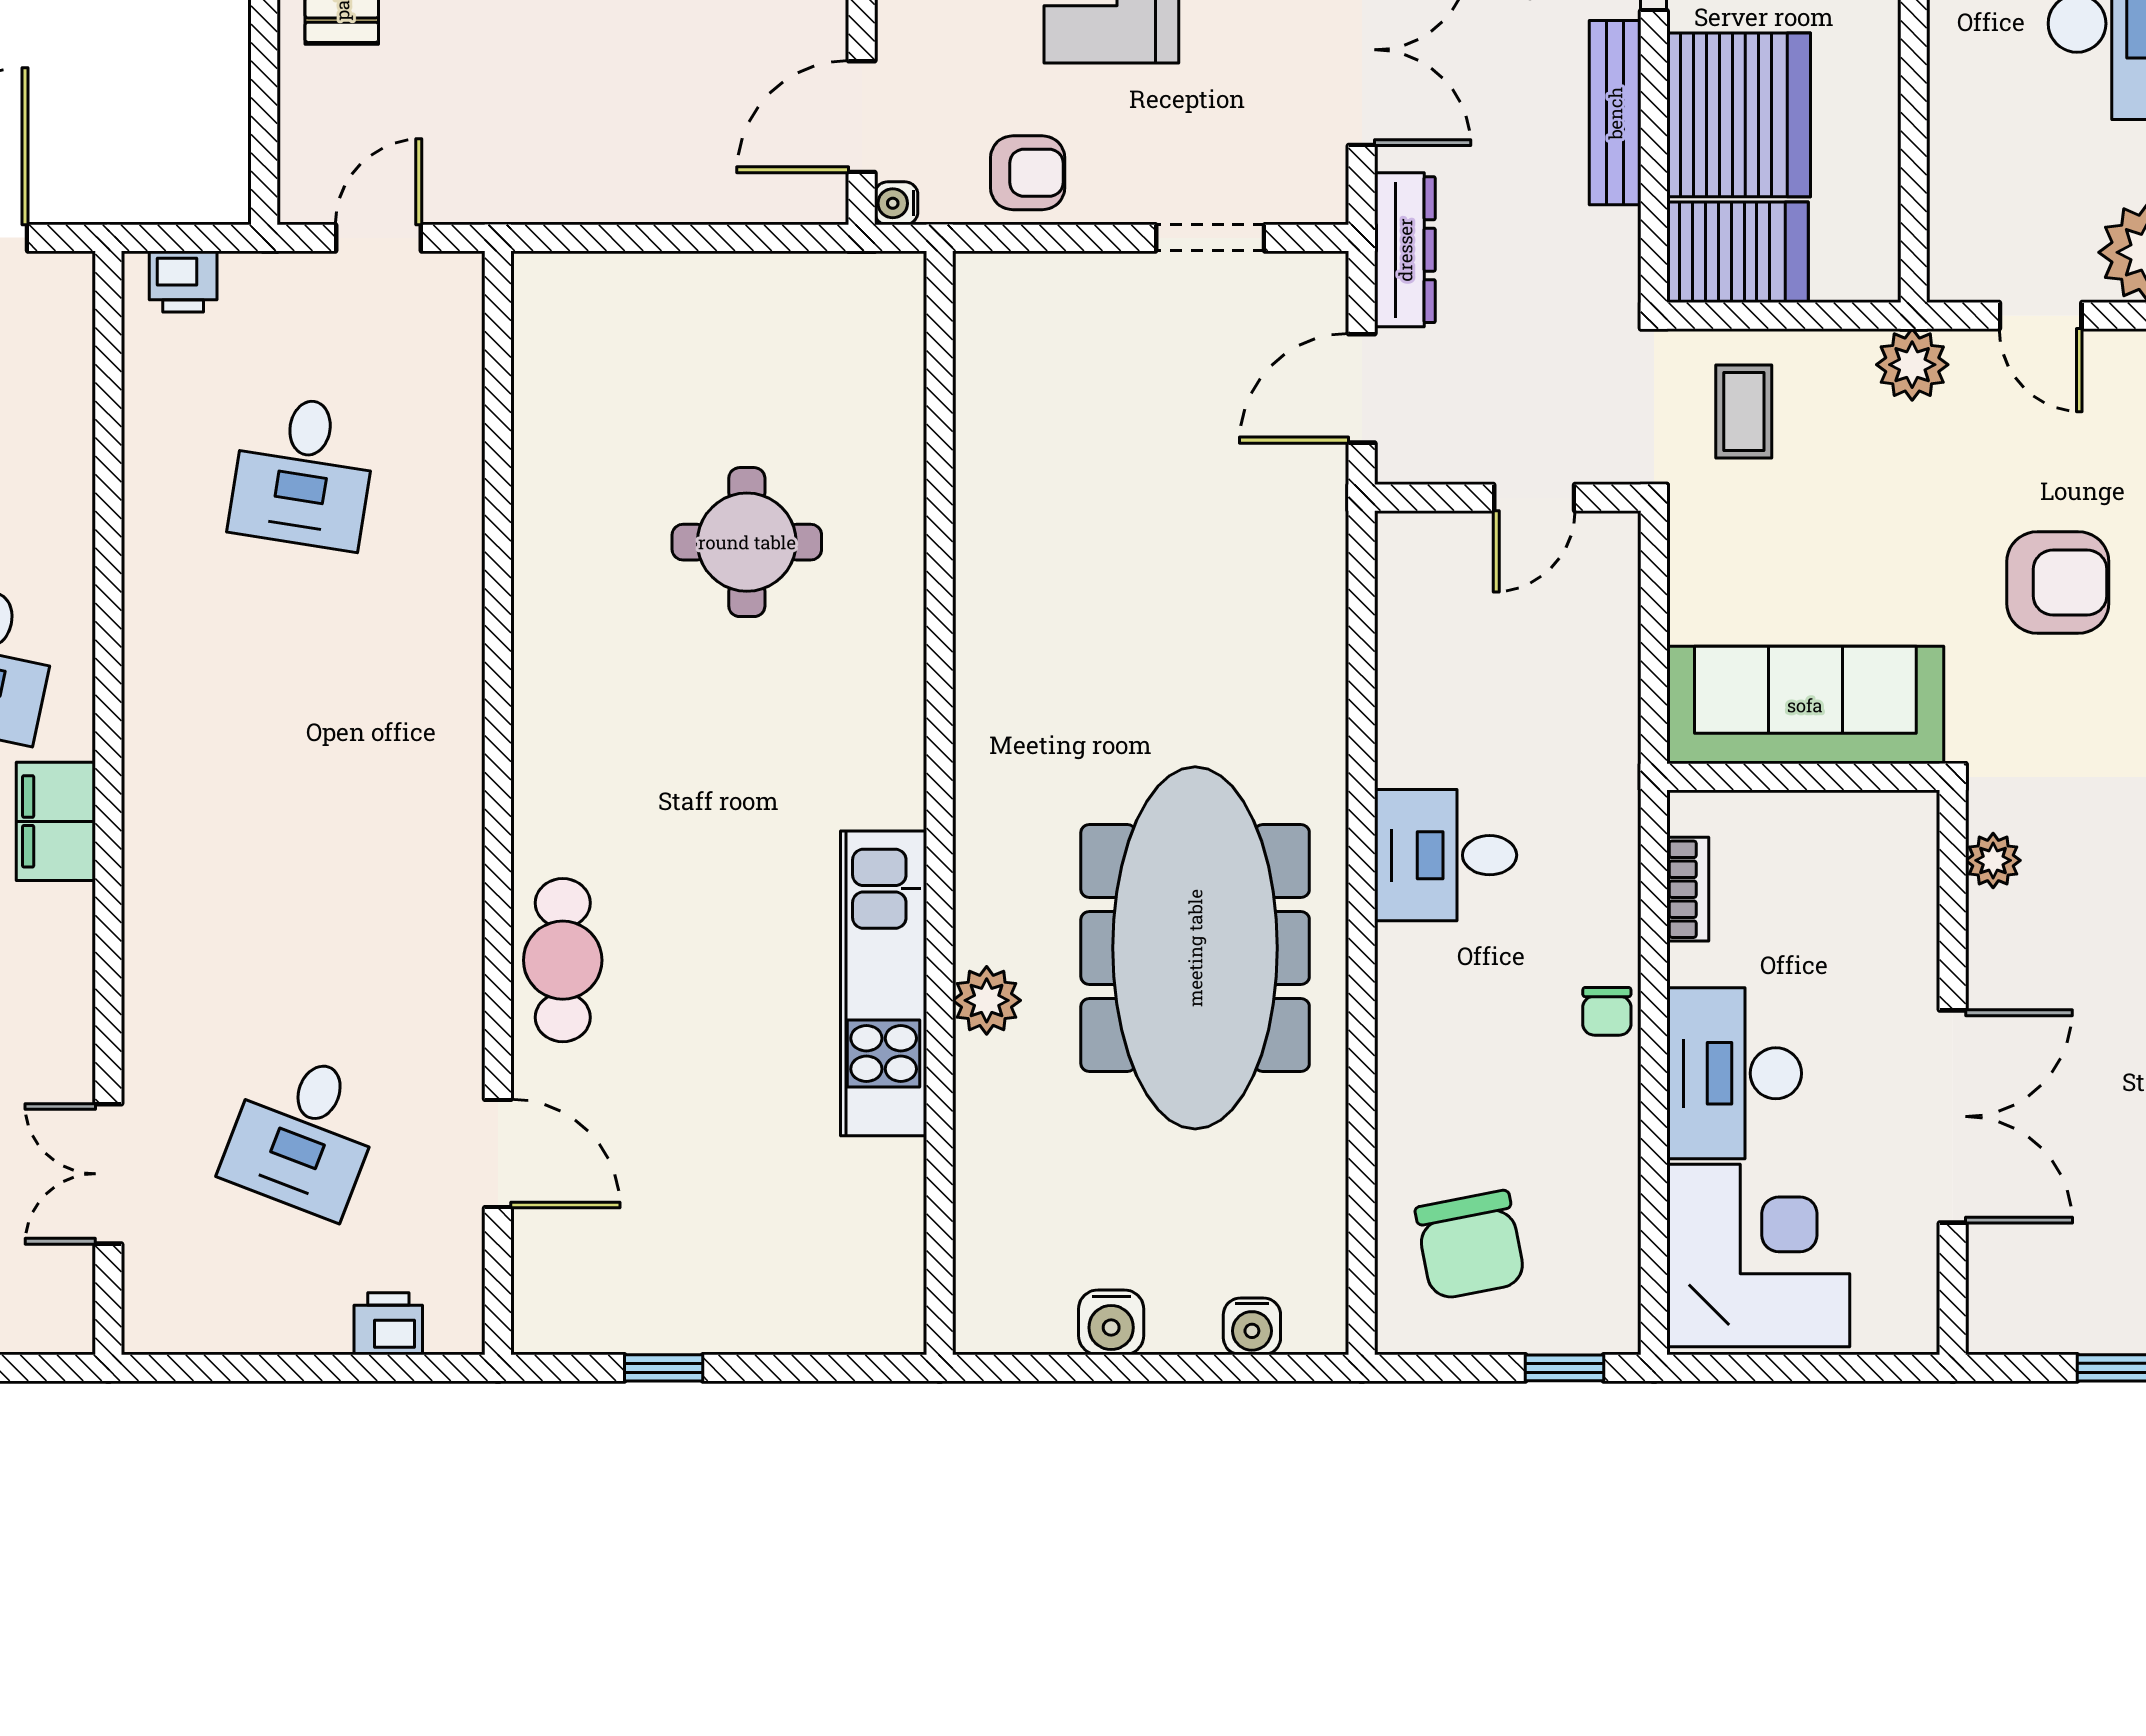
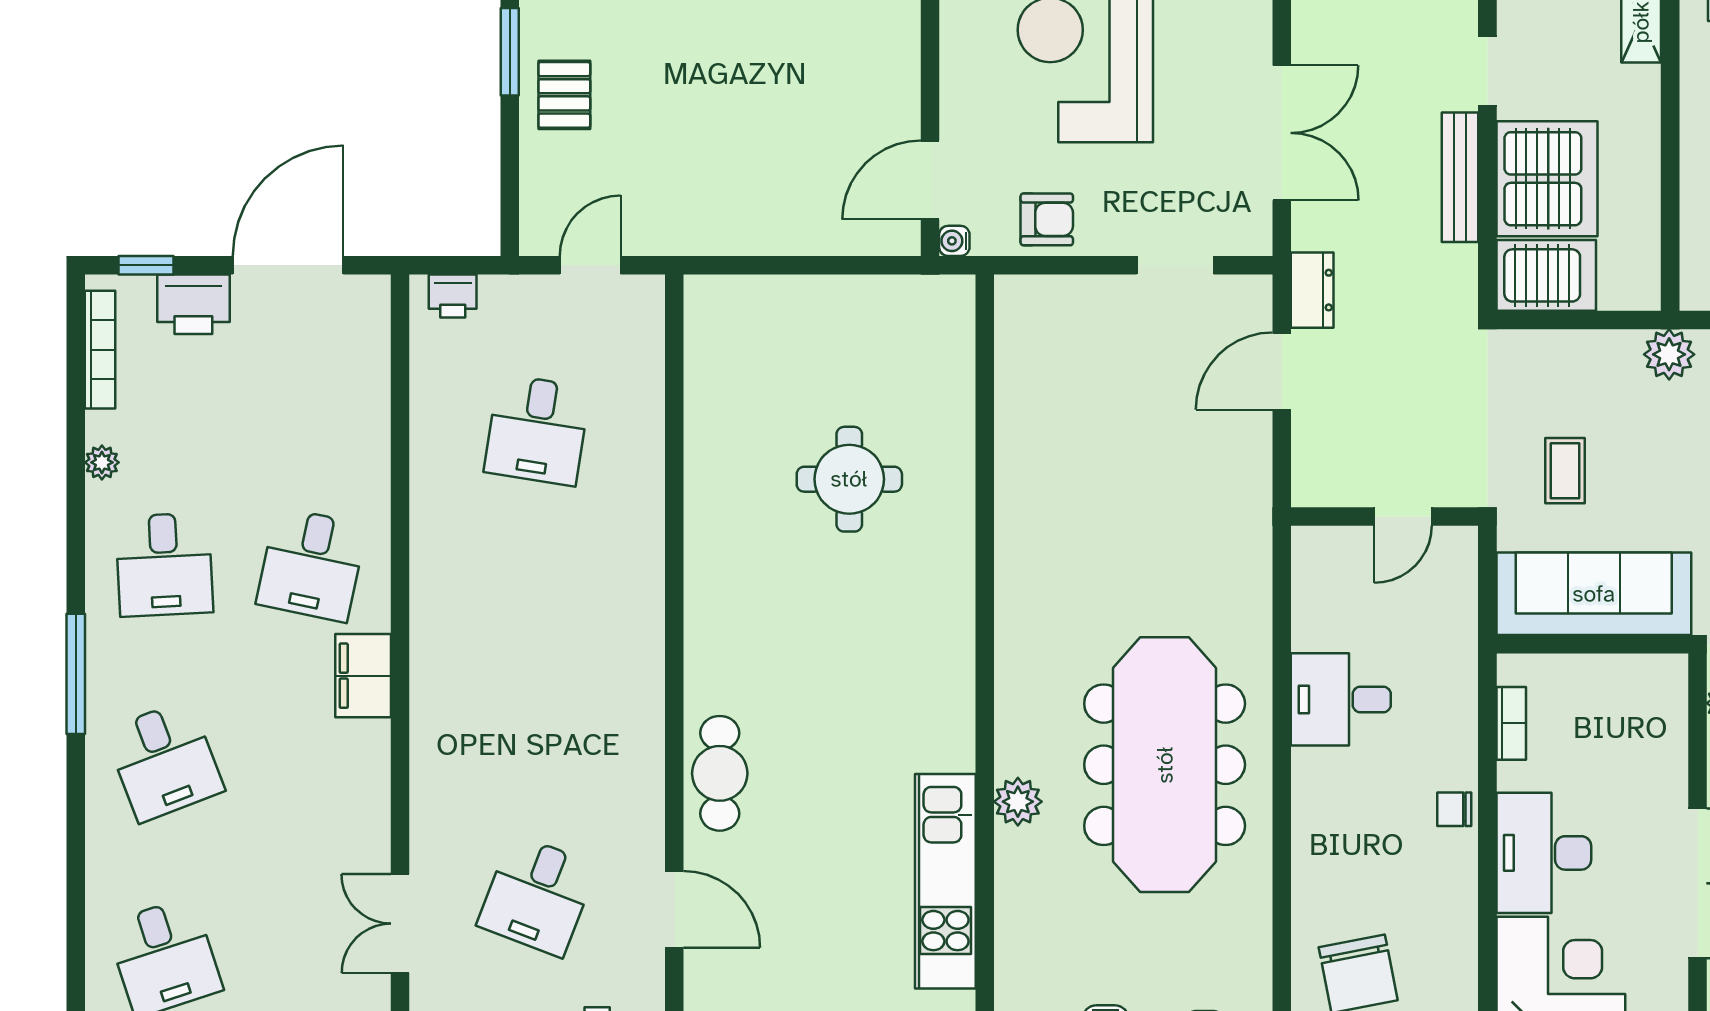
dresser: (1405, 250) -> (1312, 290), width x0.70
coffee table: (1744, 412) -> (1565, 471), moved
wall: (1508, 498) -> (1385, 516), moved
door: (1534, 498) -> (1403, 516), moved
kitchen unit: (884, 983) -> (945, 881), moved
chair: (1607, 1011) -> (1454, 809), turned 90

